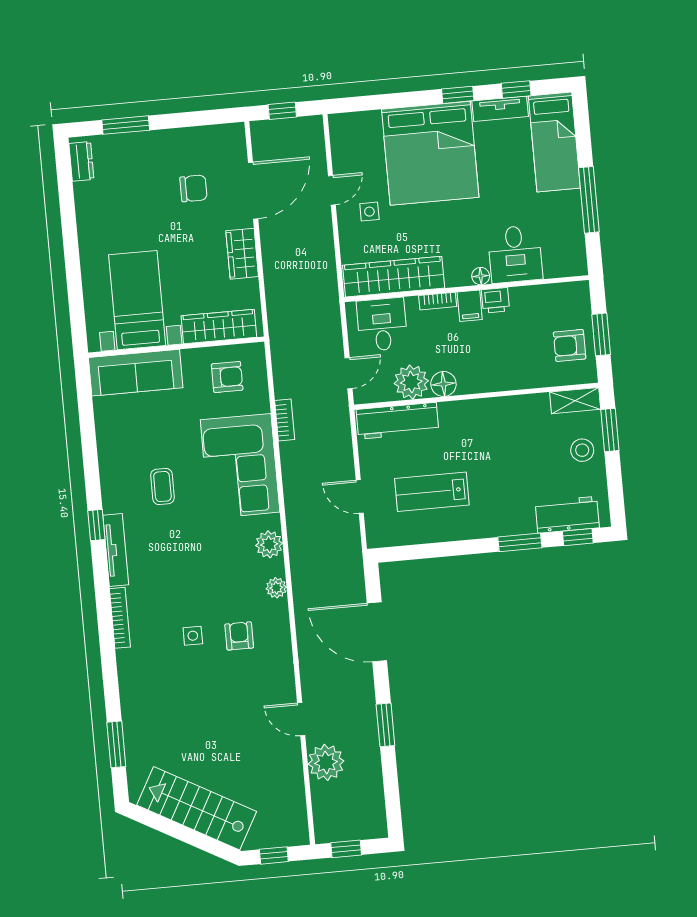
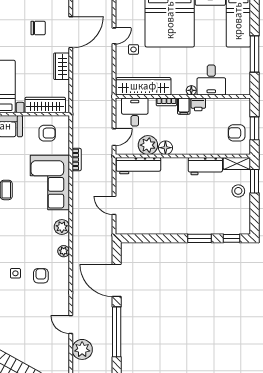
lab bench: (432, 492) -> (154, 206), removed
workbench: (567, 515) -> (205, 166), moved, turned 180
window: (385, 725) -> (117, 332), width x2.11

